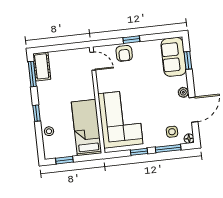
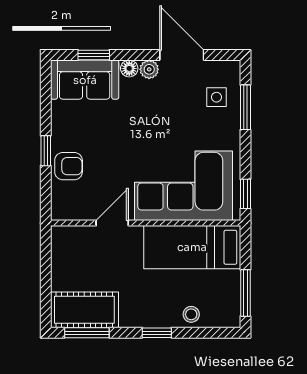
door: (93, 61) -> (112, 223), moved
cot: (42, 66) -> (84, 310), width x1.37, depth x1.34
floor lamp: (189, 139) -> (129, 68), moved
window: (139, 152) -> (245, 194), moved
window: (64, 160) -> (245, 293), width x1.50

